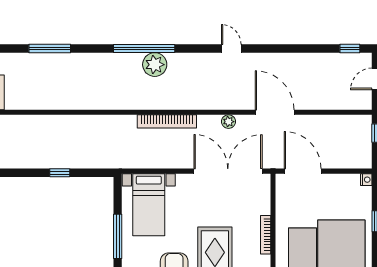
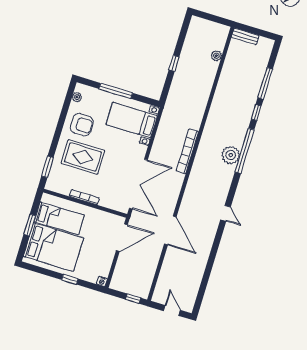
door: (231, 48) -> (225, 213), hinge flipped
window: (350, 48) -> (256, 113), moved
door: (275, 112) -> (170, 230), hinge flipped
plant: (229, 122) -> (216, 56), moved

